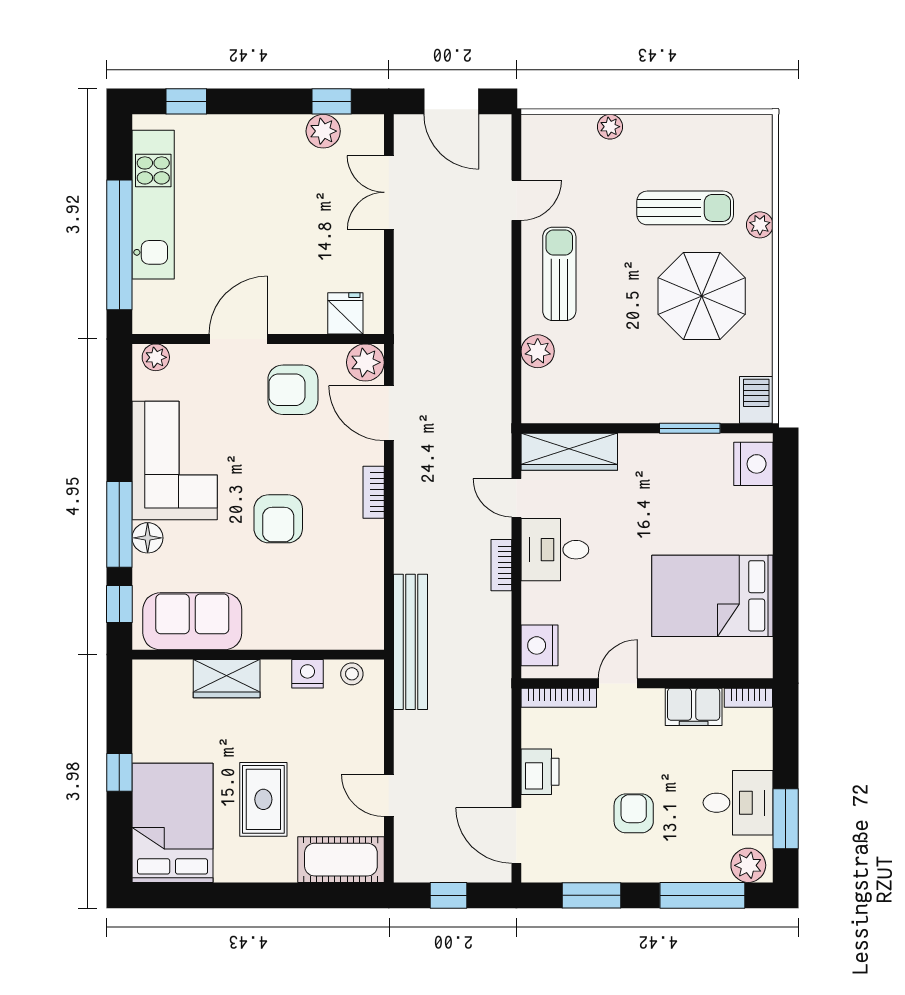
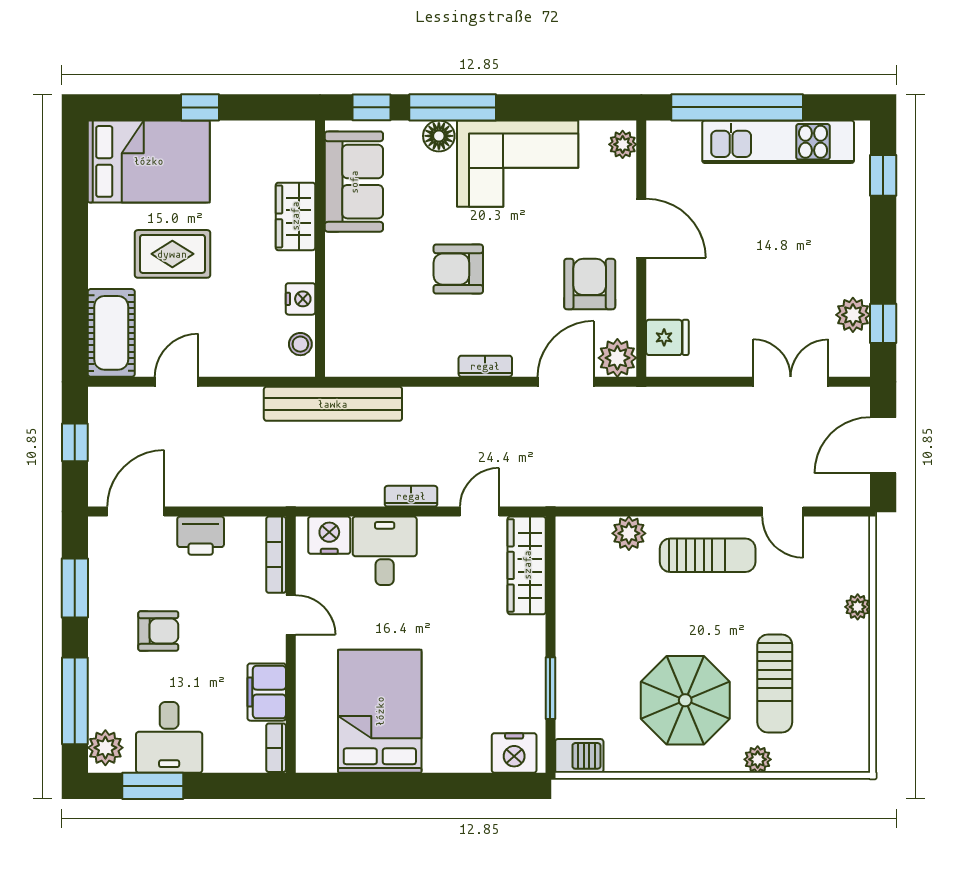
desk: (555, 550) -> (385, 551), moved

